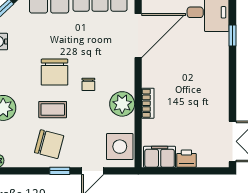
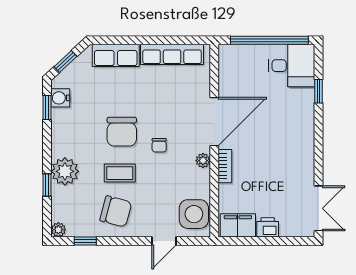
door: (138, 36) -> (214, 122), moved
plant: (122, 104) -> (203, 161), width x0.53, depth x0.53
window: (60, 171) -> (85, 241), moved

